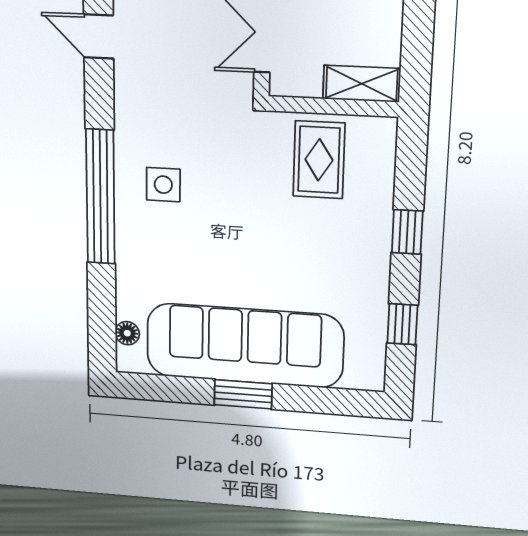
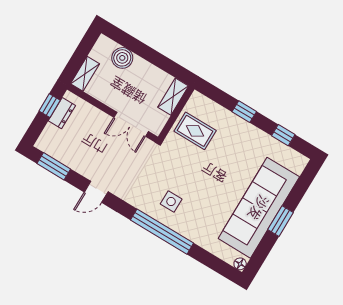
floor lamp: (127, 333) -> (240, 264), moved

